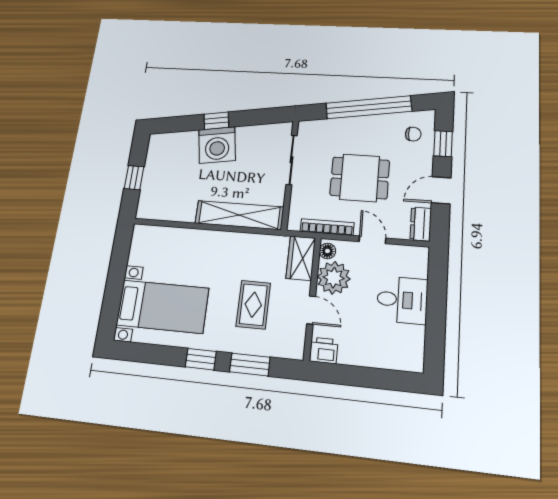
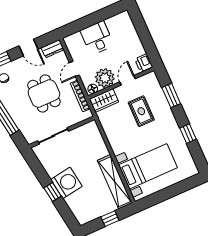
shelving: (239, 215) -> (115, 182), moved
rug: (253, 305) -> (141, 111), turned 90
bed with nightstands: (162, 307) -> (148, 166), moved, turned 90
window: (201, 359) -> (188, 134), moved

